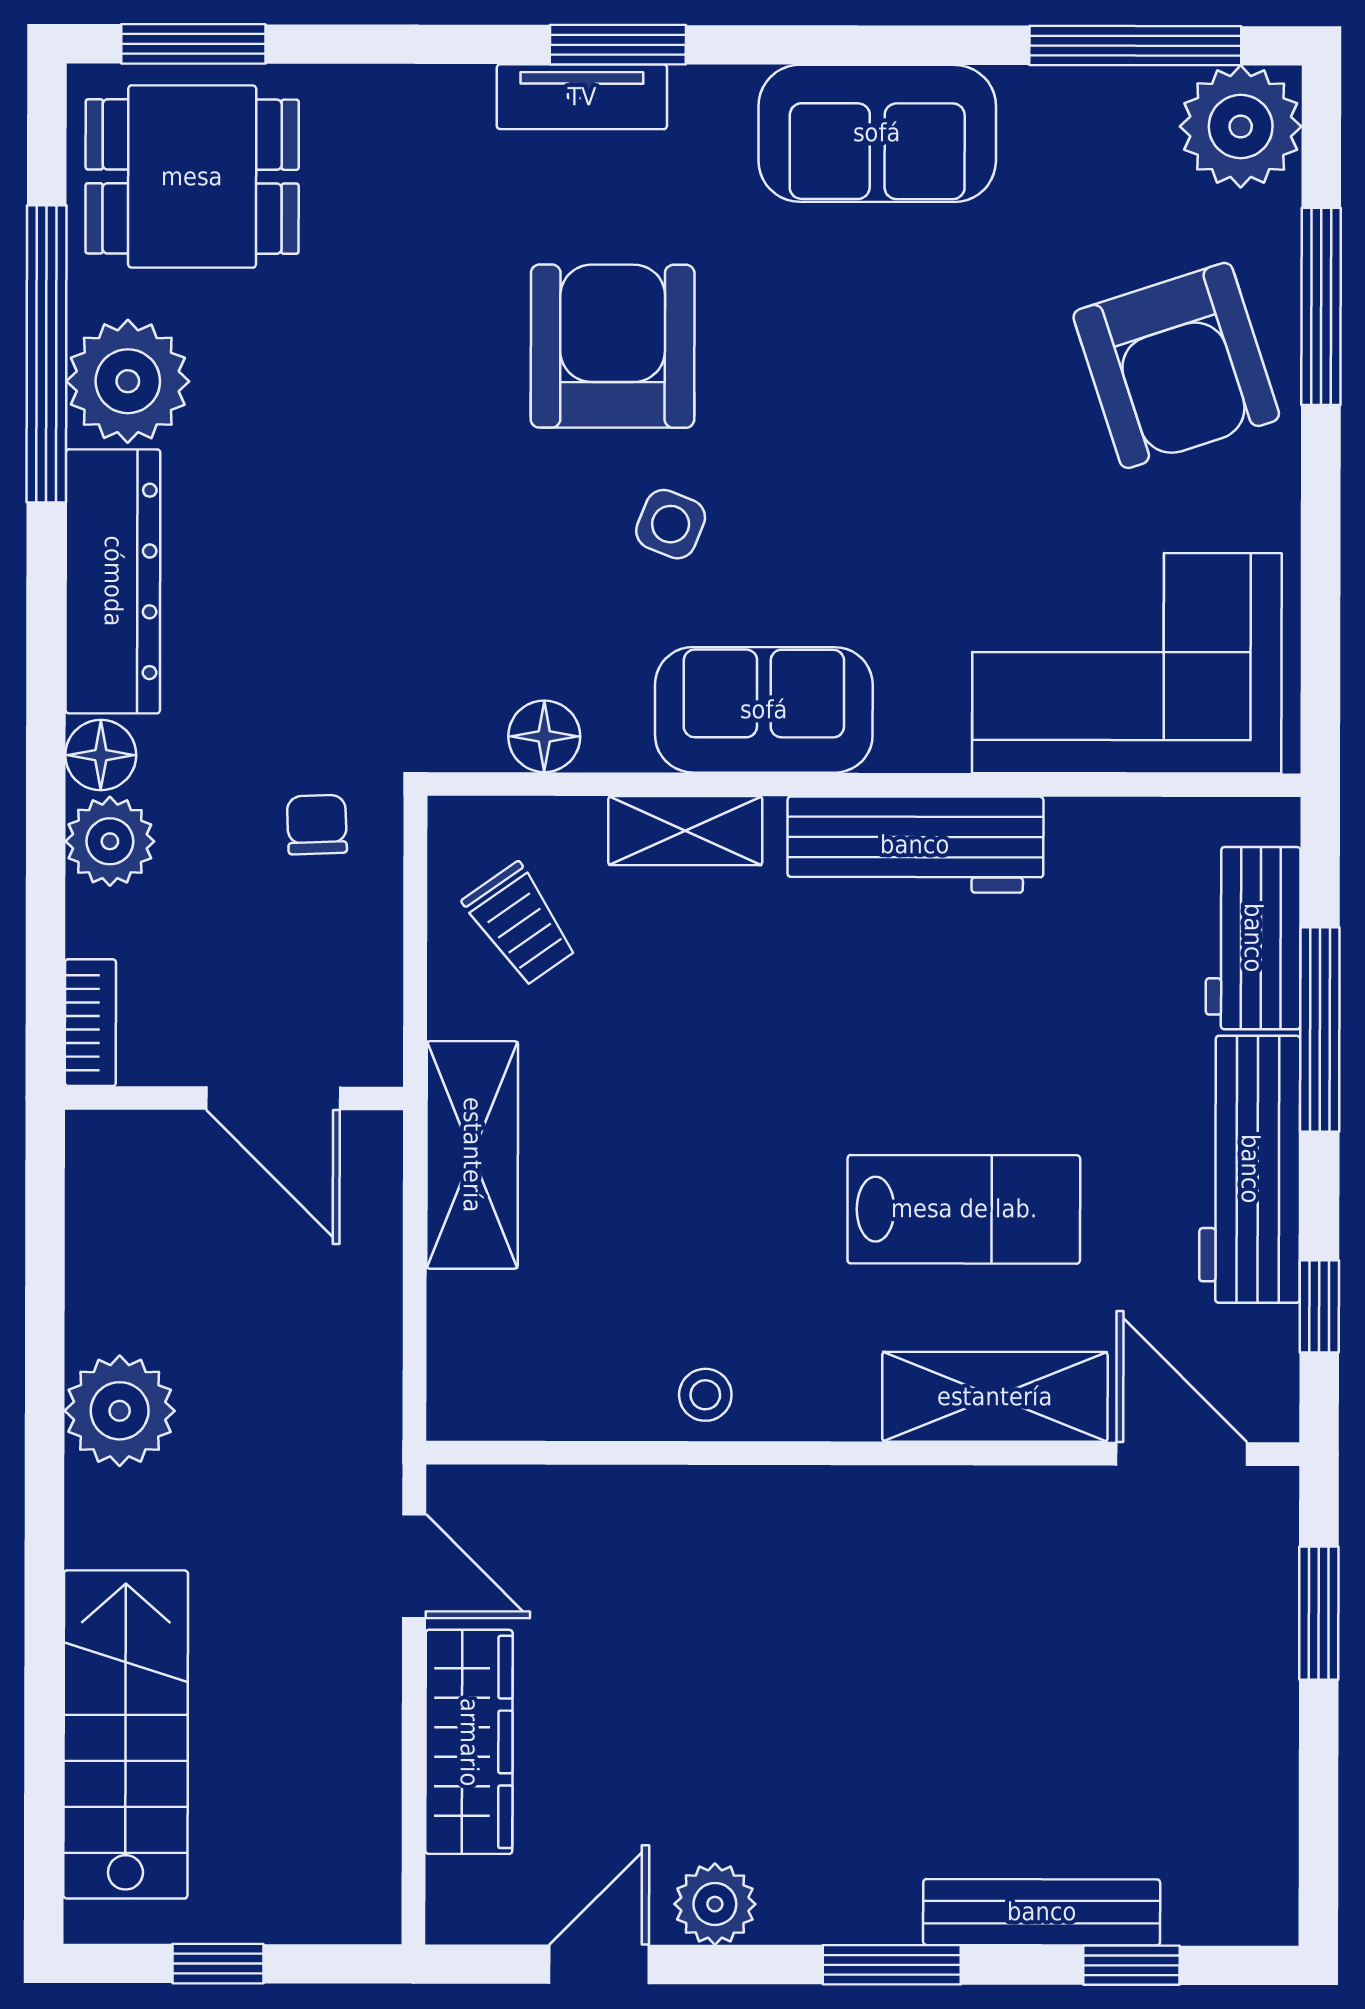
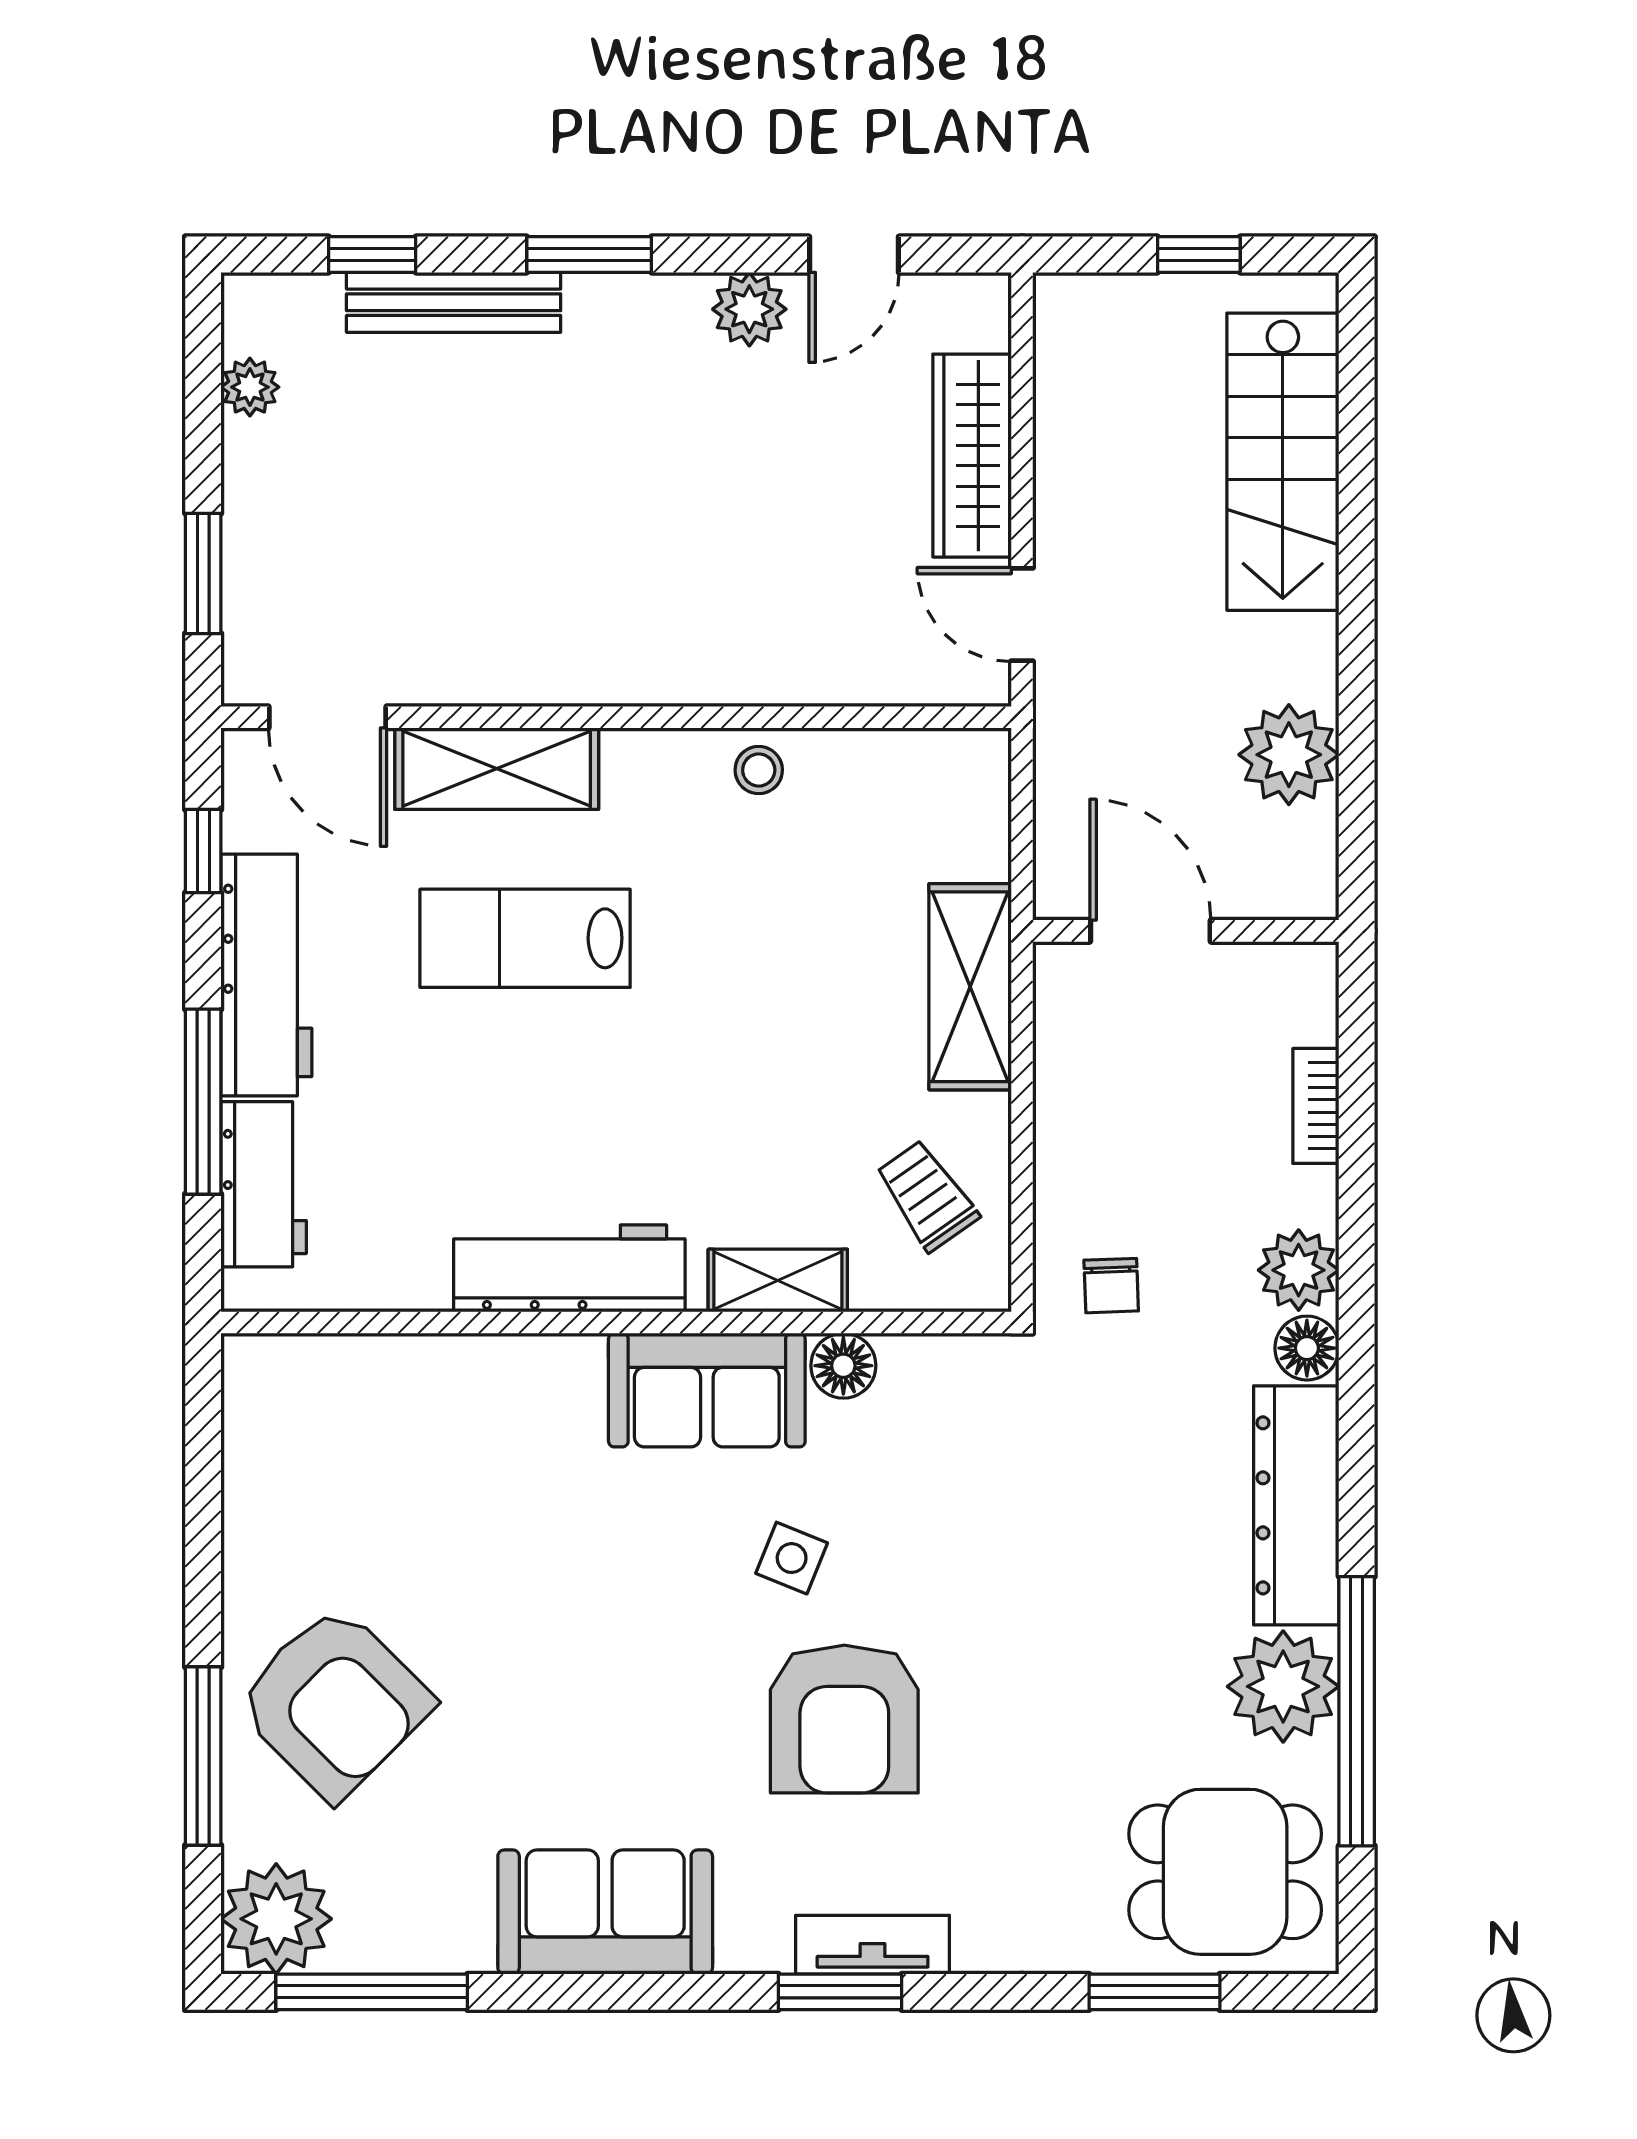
window: (193, 44) -> (1154, 1992), moved
armchair: (1176, 365) -> (334, 1702), turned 153
corner sofa: (1127, 663) -> (378, 1433), removed
floor lamp: (544, 736) -> (843, 1366), moved
wall: (234, 1098) -> (1186, 931), moved
door: (273, 1098) -> (1150, 931), moved
plant: (1267, 1819) -> (250, 387), added

